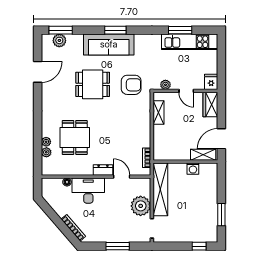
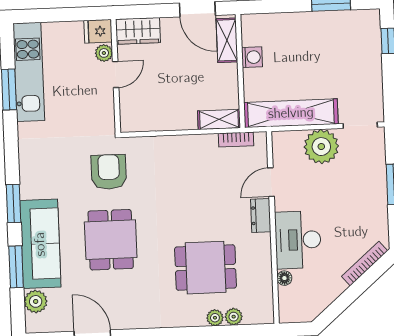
window: (61, 30) -> (16, 267), moved
sofa: (109, 44) -> (40, 244), moved
plant: (165, 85) -> (104, 53), moved
shelving: (158, 112) -> (219, 119), moved

